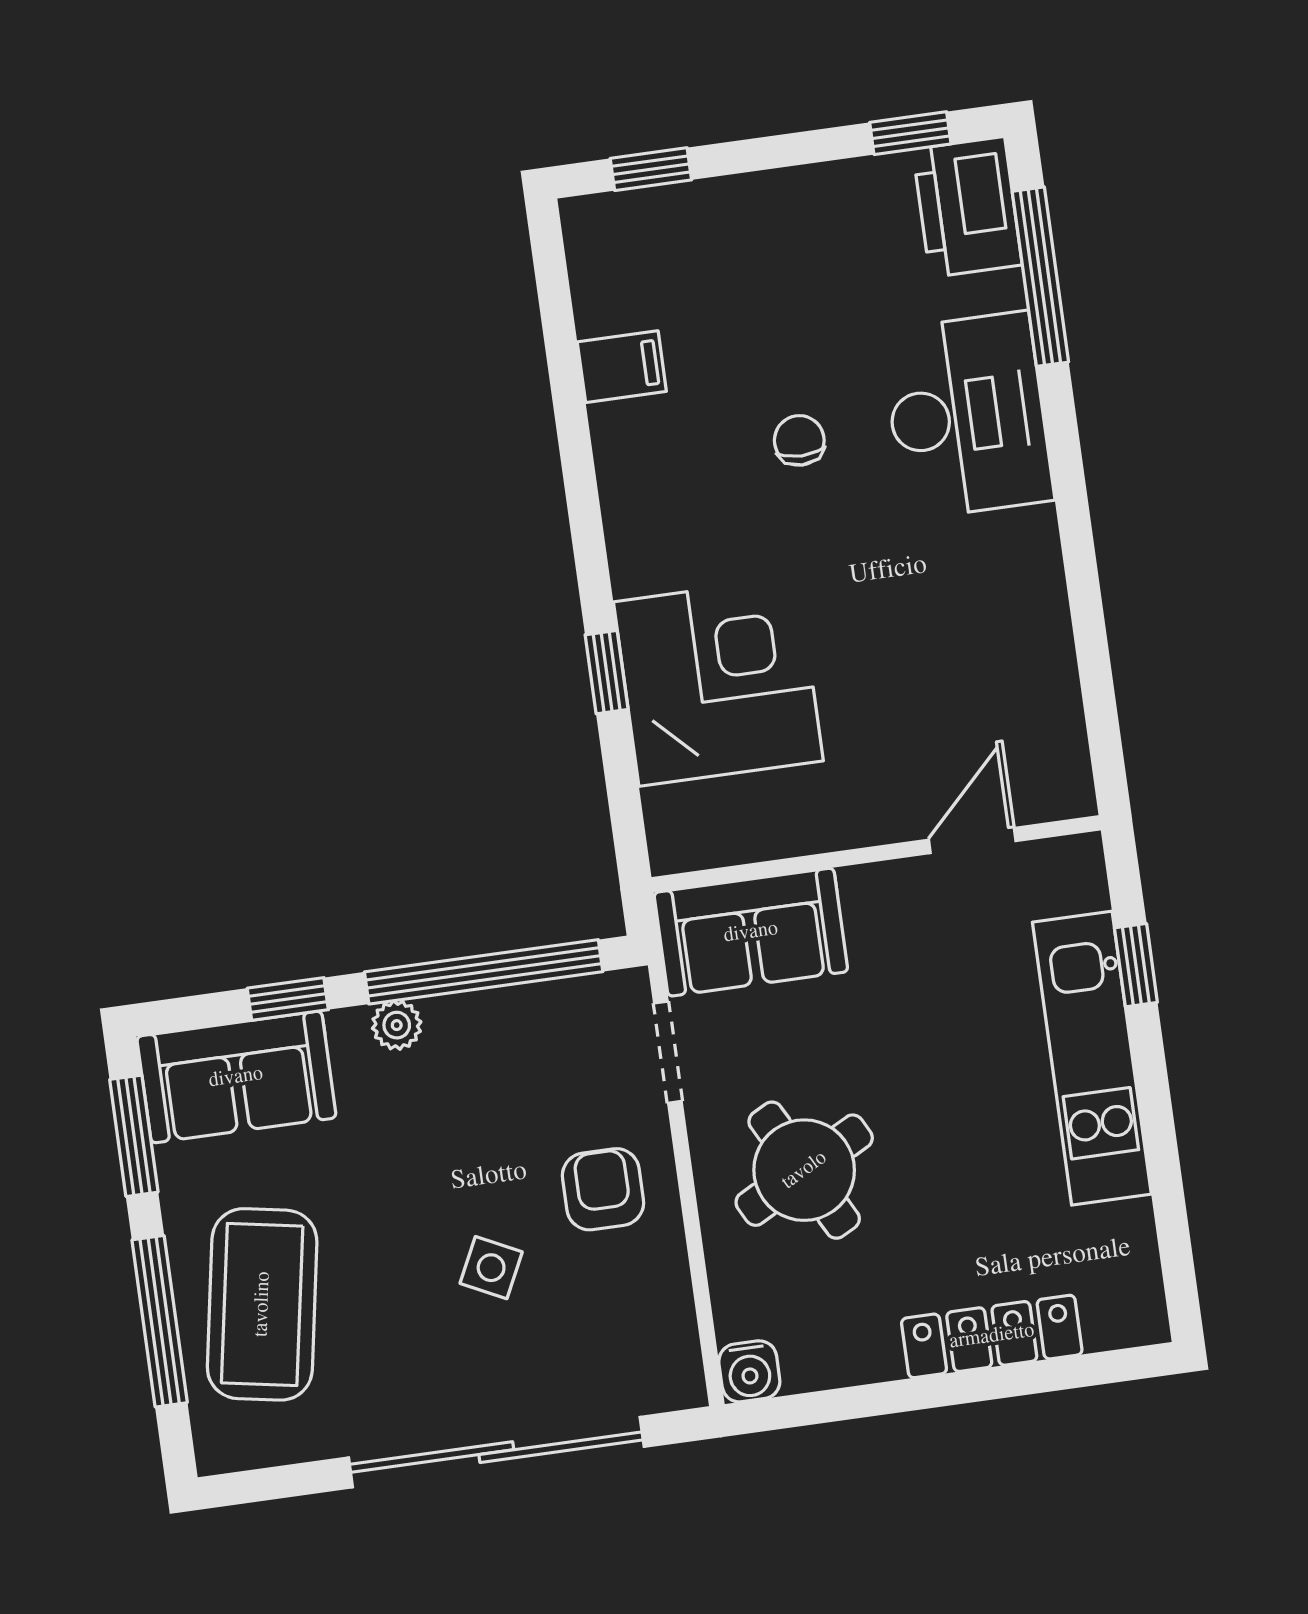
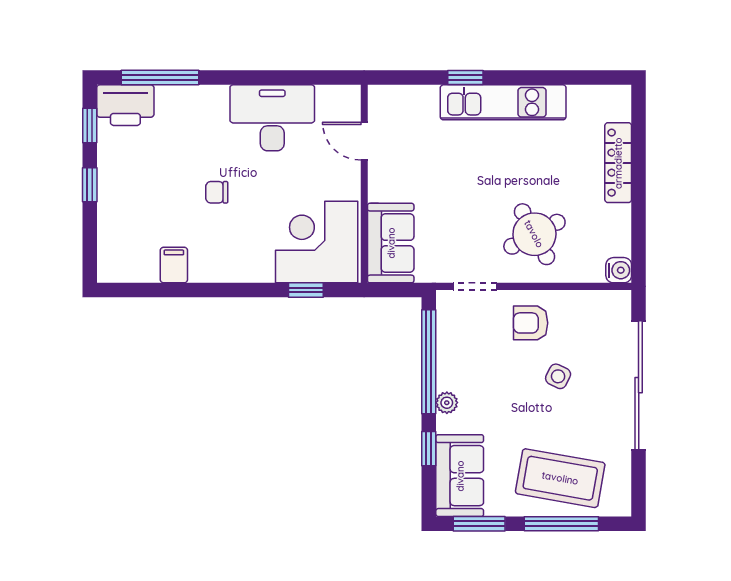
window: (651, 169) -> (90, 185), moved
desk: (967, 415) -> (272, 118), moved
door: (972, 840) -> (364, 141), moved
wall: (876, 854) -> (364, 184), moved
sofa: (751, 932) -> (391, 243), moved

